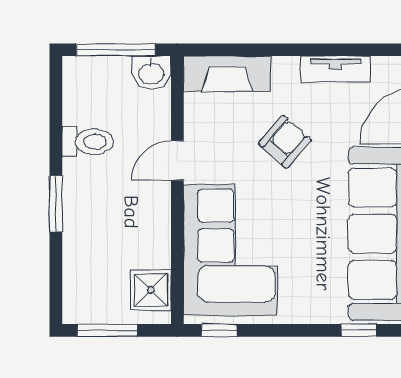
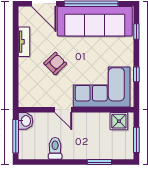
fireplace: (227, 74) -> (26, 88), removed
armchair: (285, 142) -> (55, 64), turned 94
window: (56, 204) -> (99, 162), moved
window: (219, 330) -> (136, 74), moved

